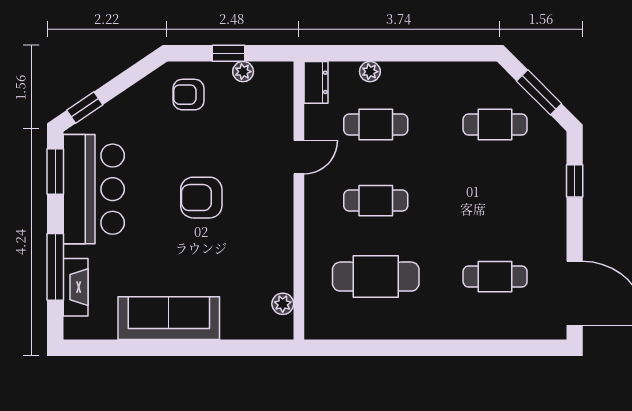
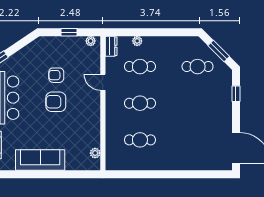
plant: (243, 72) -> (91, 41), moved
armchair: (189, 95) -> (56, 75), moved
door: (299, 157) -> (103, 82), swing flipped
cafe table: (376, 277) -> (140, 140), width x0.73, depth x0.74
cafe table: (495, 277) -> (198, 140), removed

